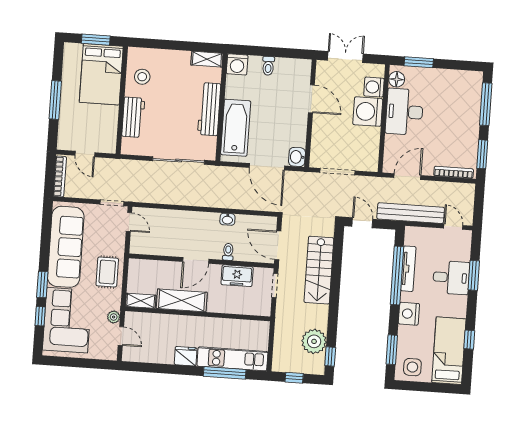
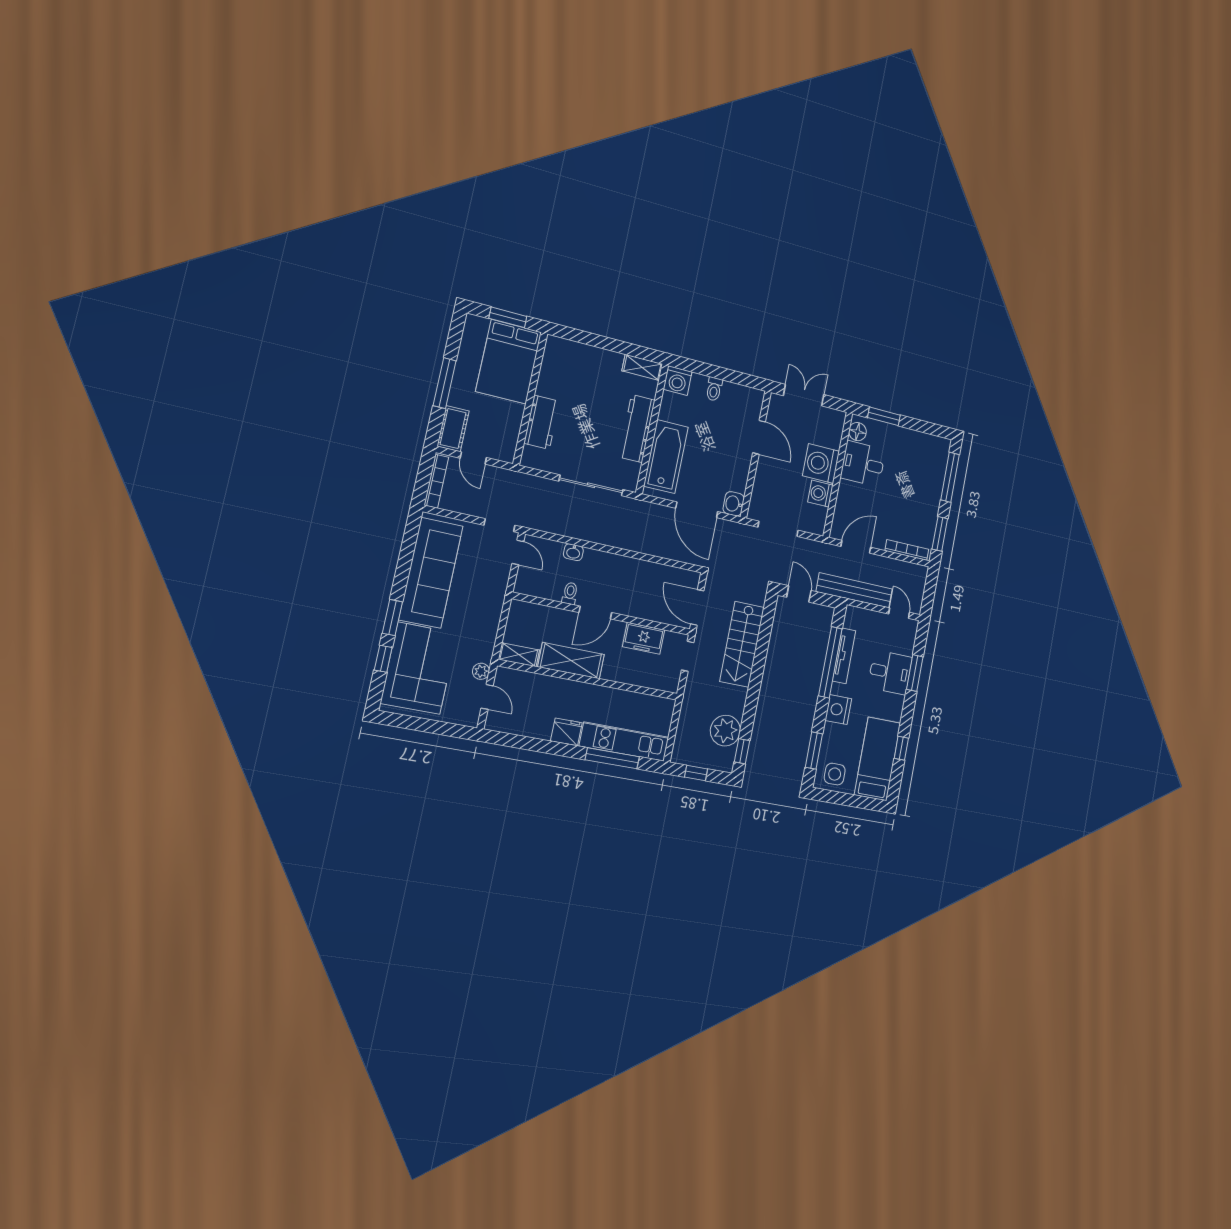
stool: (142, 77) -> (560, 374), removed
washing machine: (374, 87) -> (820, 494), moved
desk: (404, 112) -> (863, 464), width x0.73
cot: (67, 134) -> (453, 429), added
washbasin: (227, 219) -> (573, 552), moved
toilet: (228, 252) -> (570, 593), moved
rug: (107, 272) -> (481, 612), removed

